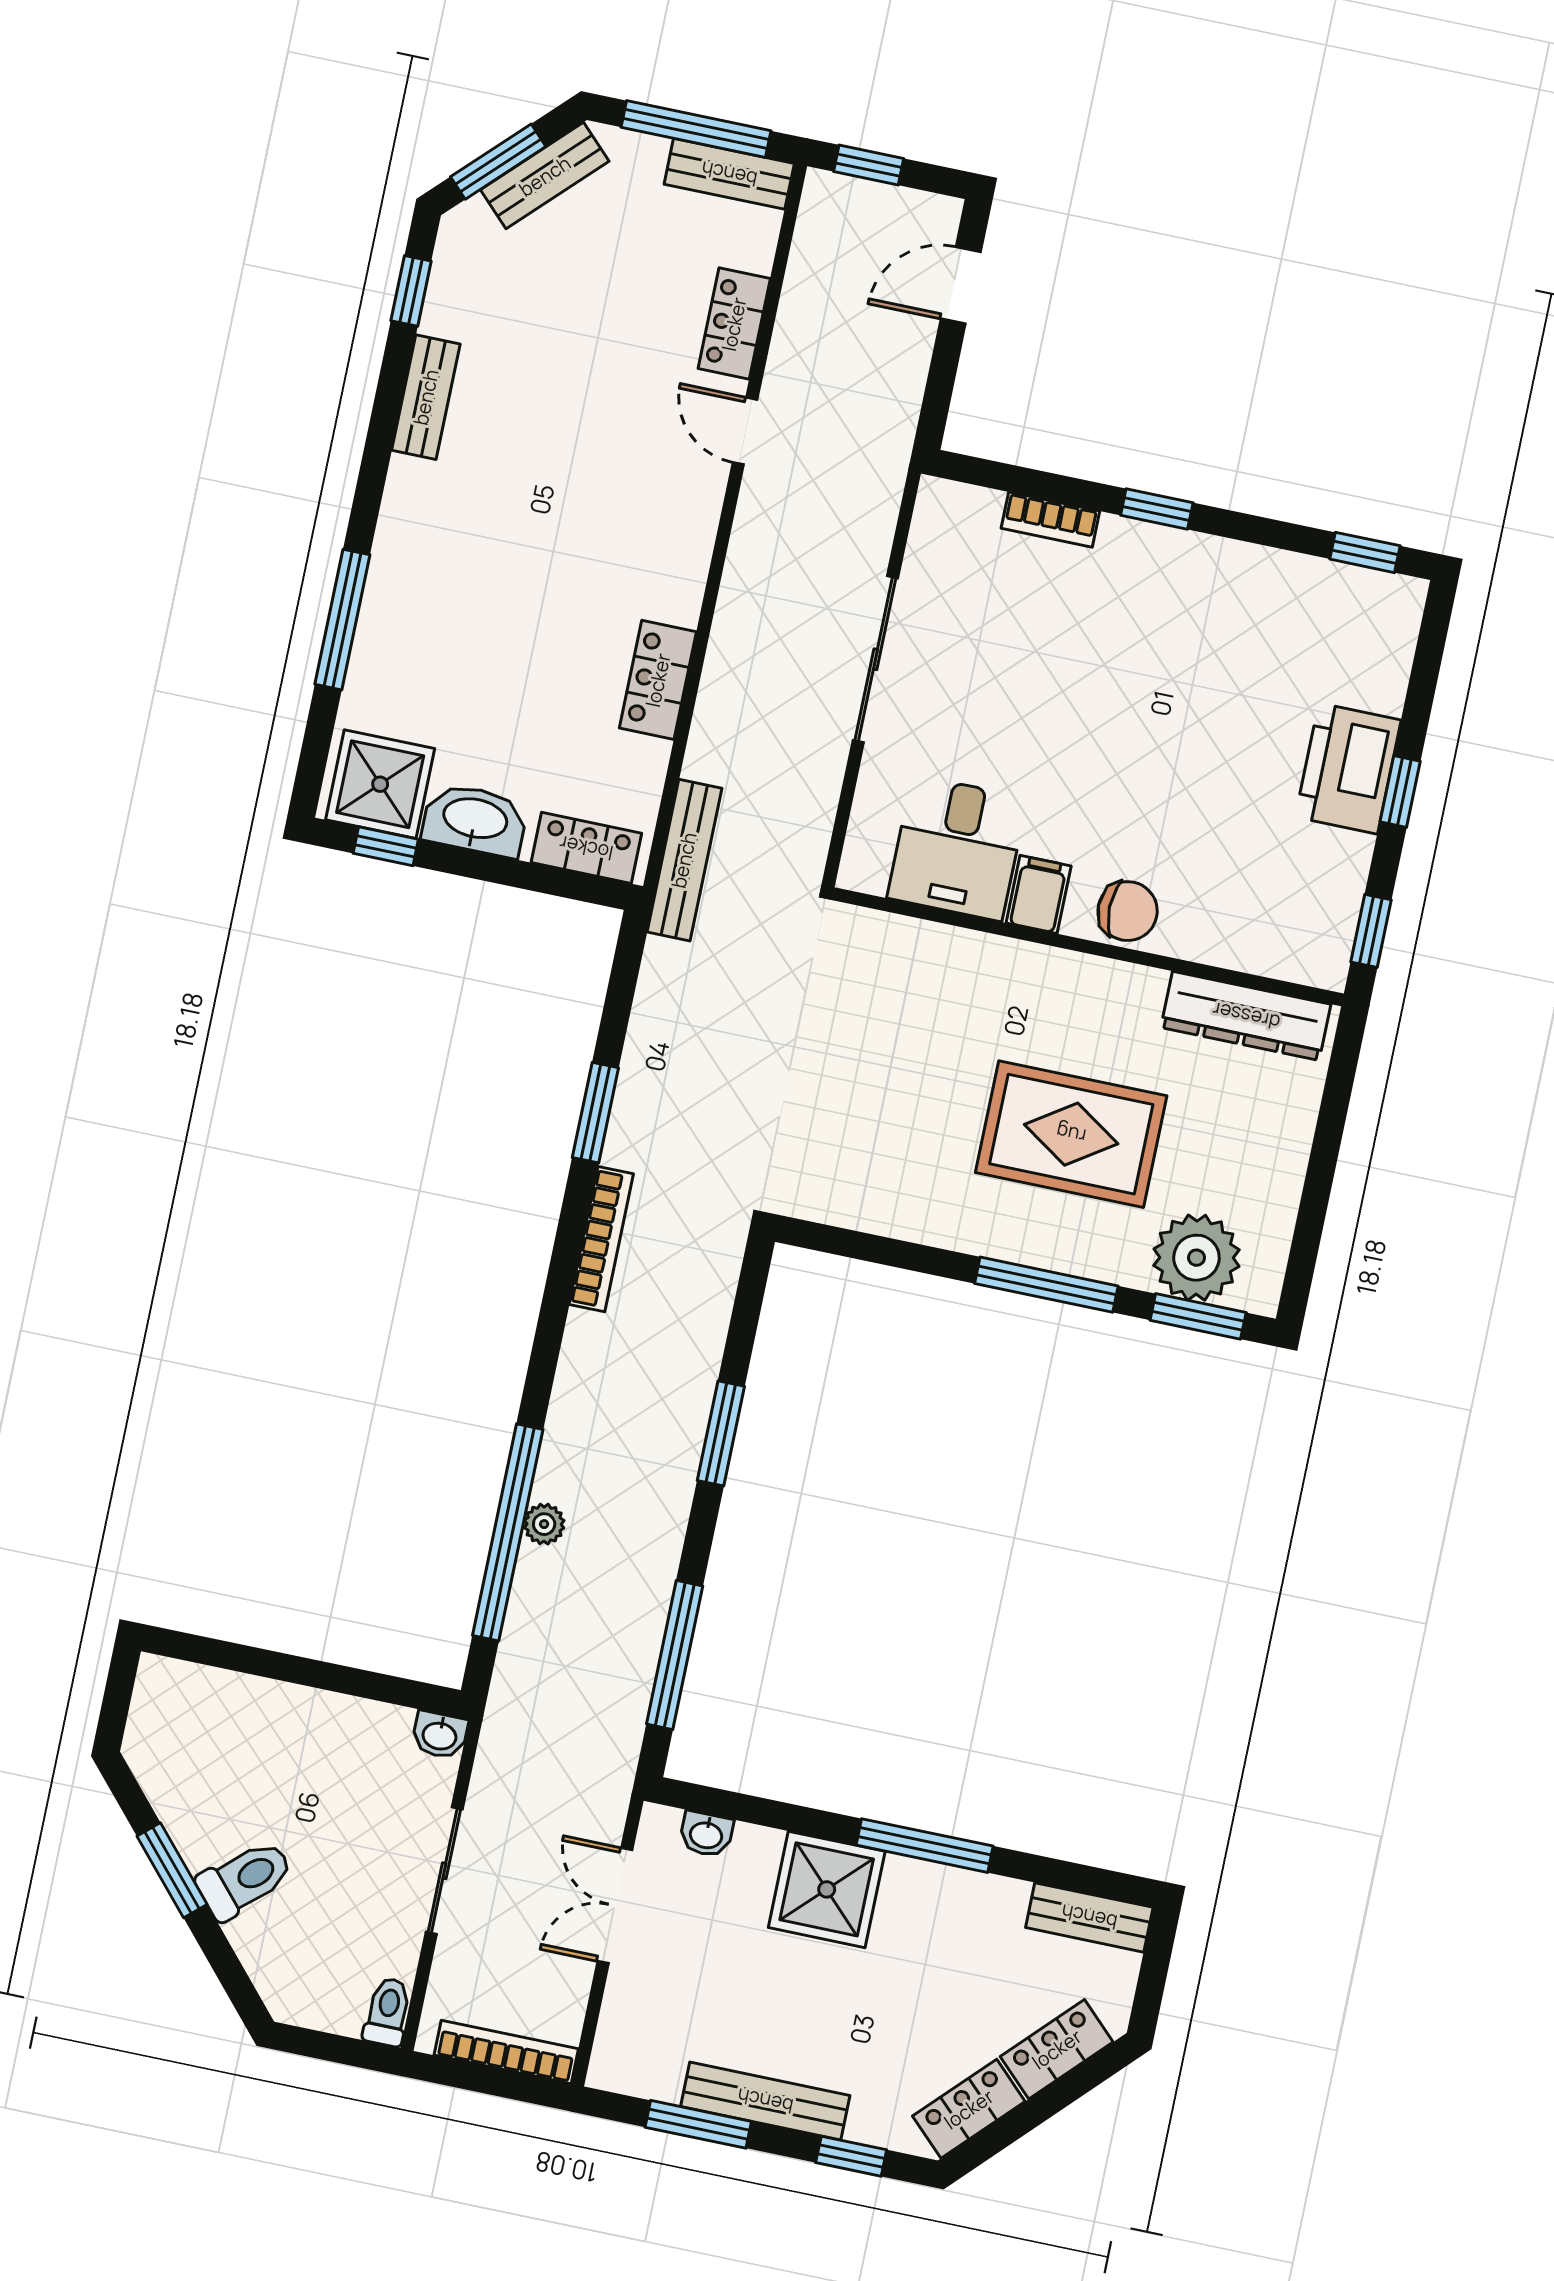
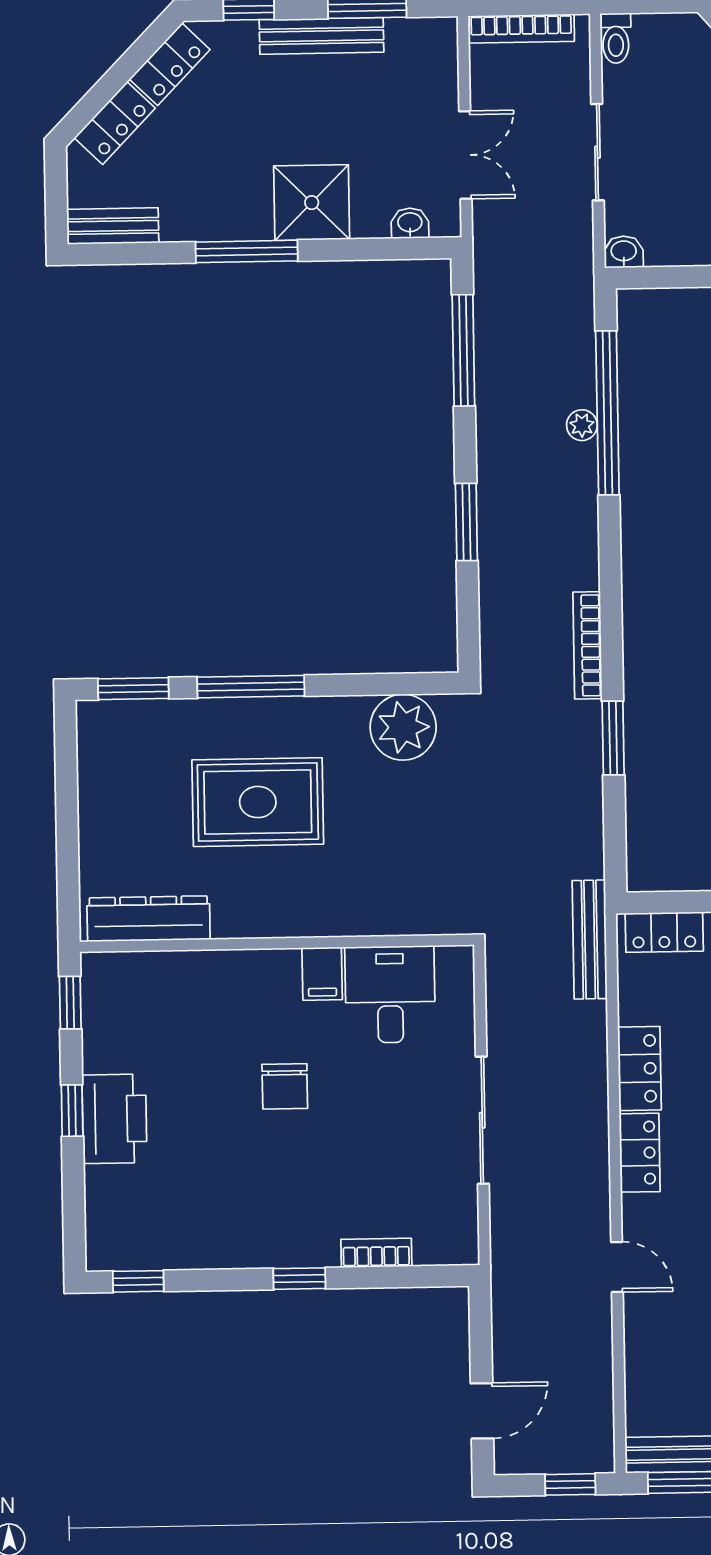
locker: (734, 324) -> (640, 1153), moved
chair: (1128, 911) -> (285, 1086), moved, turned -90
plant: (1196, 1258) -> (403, 727), moved

